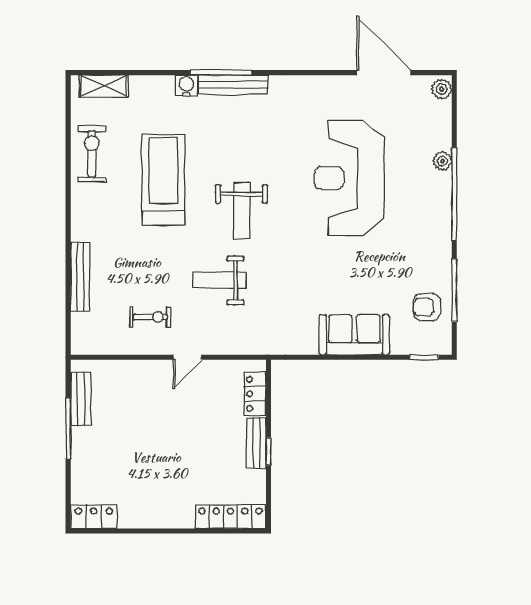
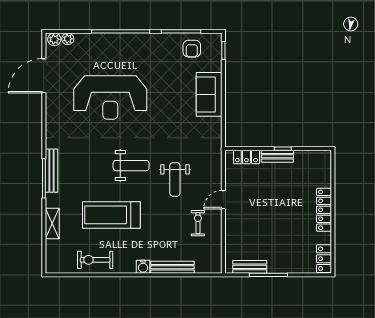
shelving: (104, 86) -> (52, 224), moved
water cooler: (186, 86) -> (143, 267), moved, turned -90
plant: (442, 161) -> (68, 39), moved
door: (187, 357) -> (223, 200), swing flipped
locker: (231, 517) -> (324, 210), moved

